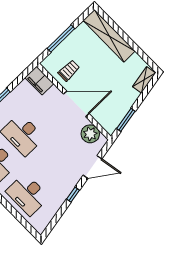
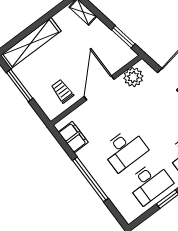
window: (61, 39) -> (20, 86), moved
filing cabinet: (39, 81) -> (73, 137), moved, turned -90

